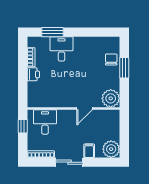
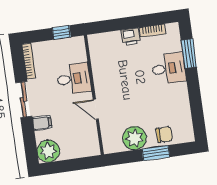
plant: (111, 98) -> (134, 138), moved
desk: (45, 122) -> (74, 79), moved

